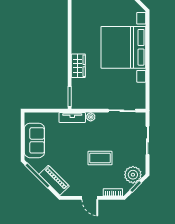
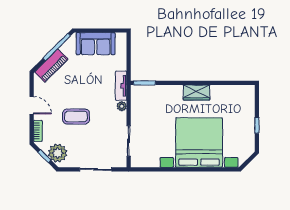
wardrobe: (78, 66) -> (196, 92), moved
coffee table: (100, 158) -> (76, 117), turned 90
door: (90, 198) -> (32, 105), swing flipped

